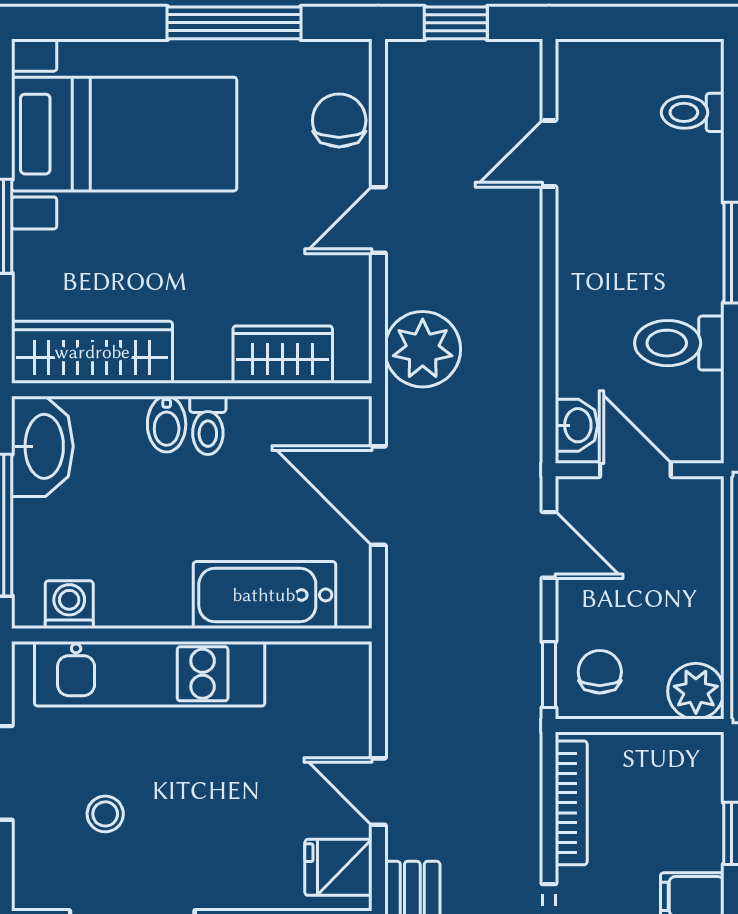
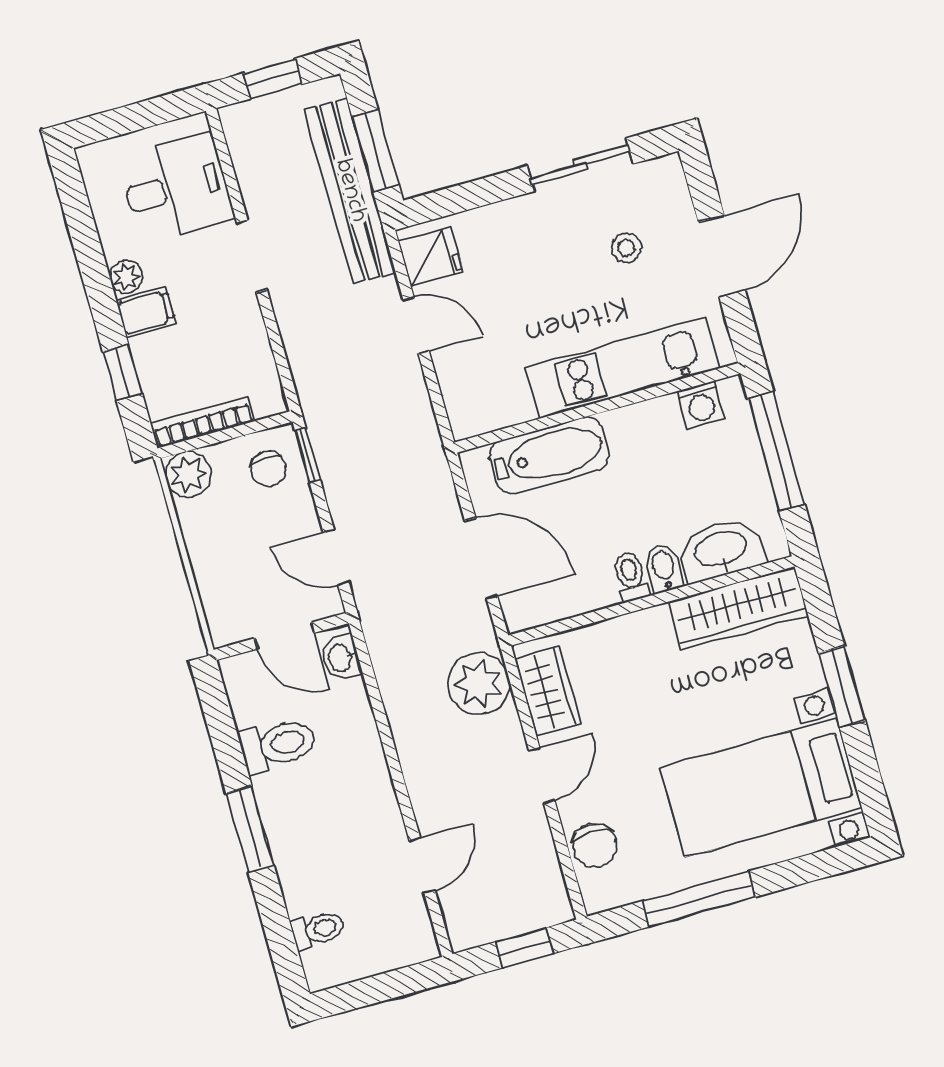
wardrobe: (283, 355) -> (548, 691), moved, turned -90
washbasin: (42, 446) -> (721, 550), moved, turned 90
bookcase: (571, 803) -> (203, 422), moved, turned 90

